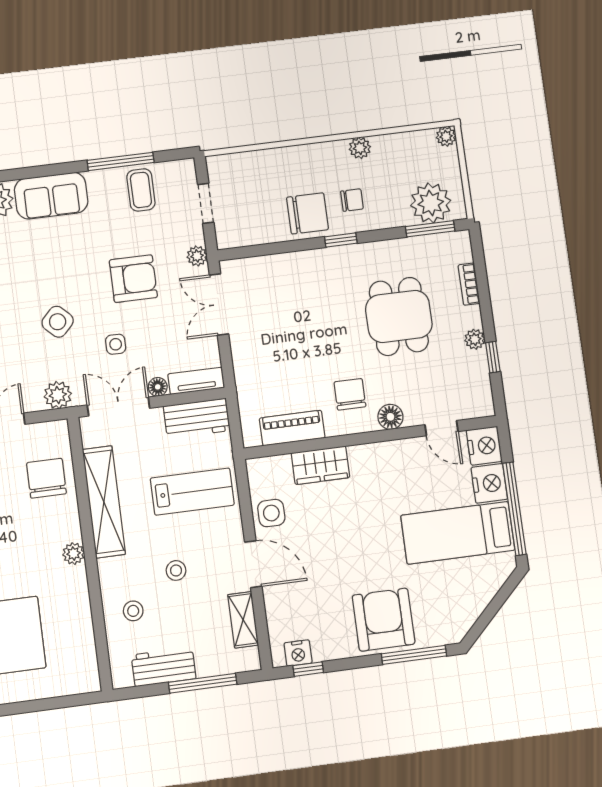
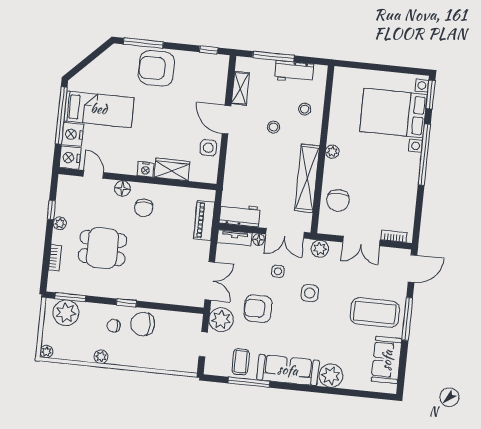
sofa: (51, 196) -> (288, 370), width x1.36
plant: (197, 256) -> (221, 320), width x1.88, depth x1.88
dining table: (399, 316) -> (102, 248), turned 90
side table: (58, 322) -> (310, 293), turned 45
piano: (292, 428) -> (204, 220), moved, turned 90
lab bench: (192, 492) -> (253, 172), removed
armchair: (384, 620) -> (156, 68), turned 90
nightstand: (298, 653) -> (146, 169), moved, turned 180

